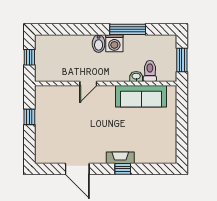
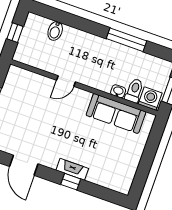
washing machine: (114, 43) -> (150, 98), moved, turned 180
bidet: (99, 44) -> (55, 31), moved

